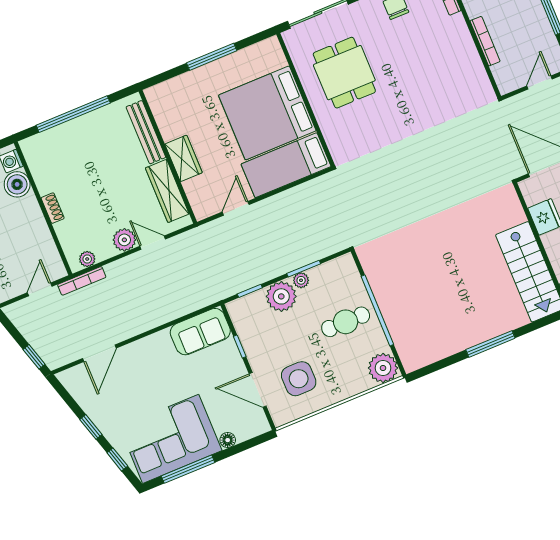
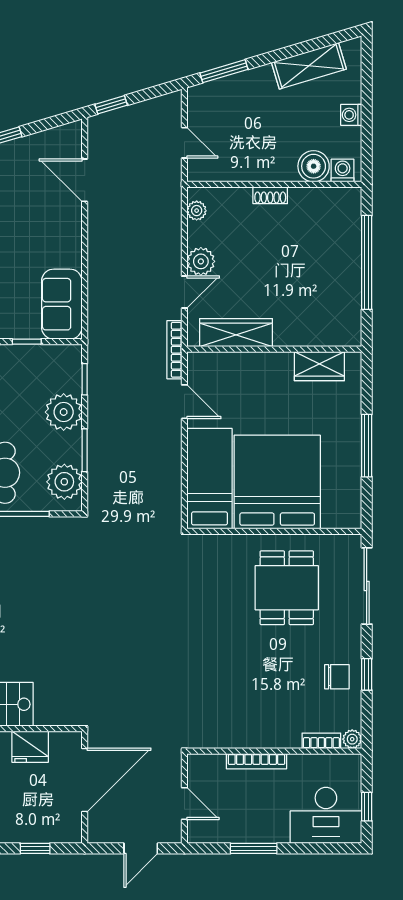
dining table: (344, 73) -> (287, 588), turned 90
bench: (146, 132) -> (312, 336), removed
wardrobe: (183, 158) -> (319, 366), moved
plant: (301, 280) -> (64, 482), moved, width x1.87, depth x1.87
bookcase: (82, 281) -> (174, 350), moved

